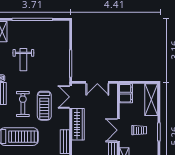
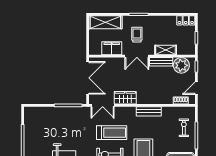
double door: (97, 82) -> (88, 78), width x1.37
filing cabinet: (126, 93) -> (112, 48), moved
wardrobe: (78, 124) -> (125, 98), width x0.67

